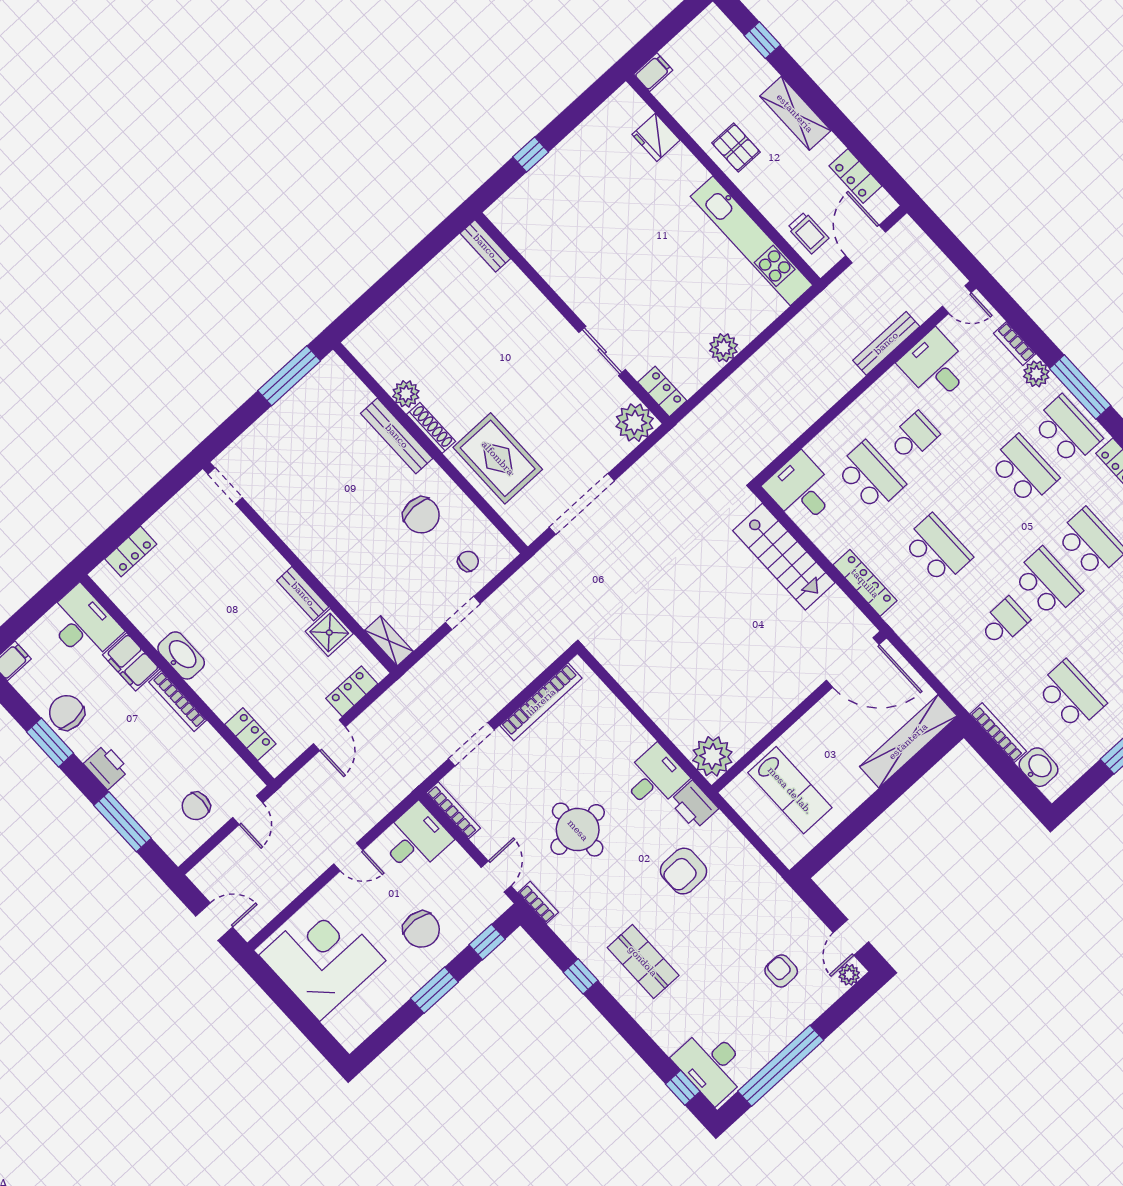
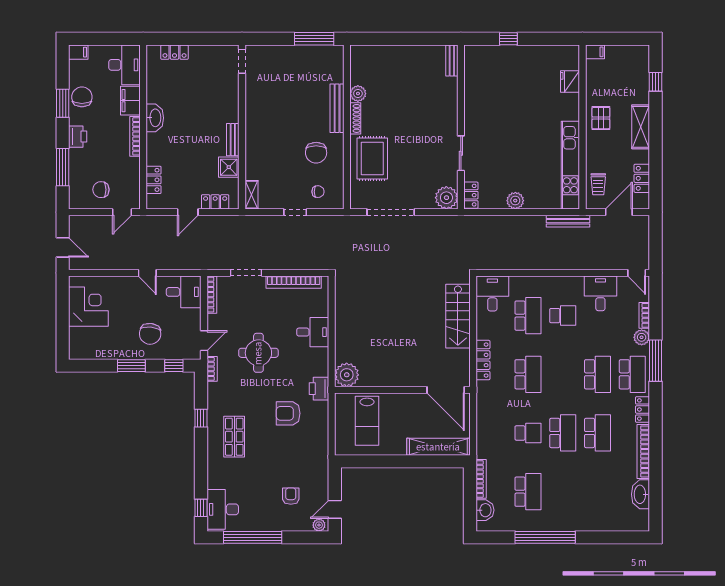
bench: (886, 343) -> (568, 221), moved
desk: (654, 778) -> (313, 332), moved
corner desk: (322, 958) -> (88, 307), width x0.74, depth x0.74

